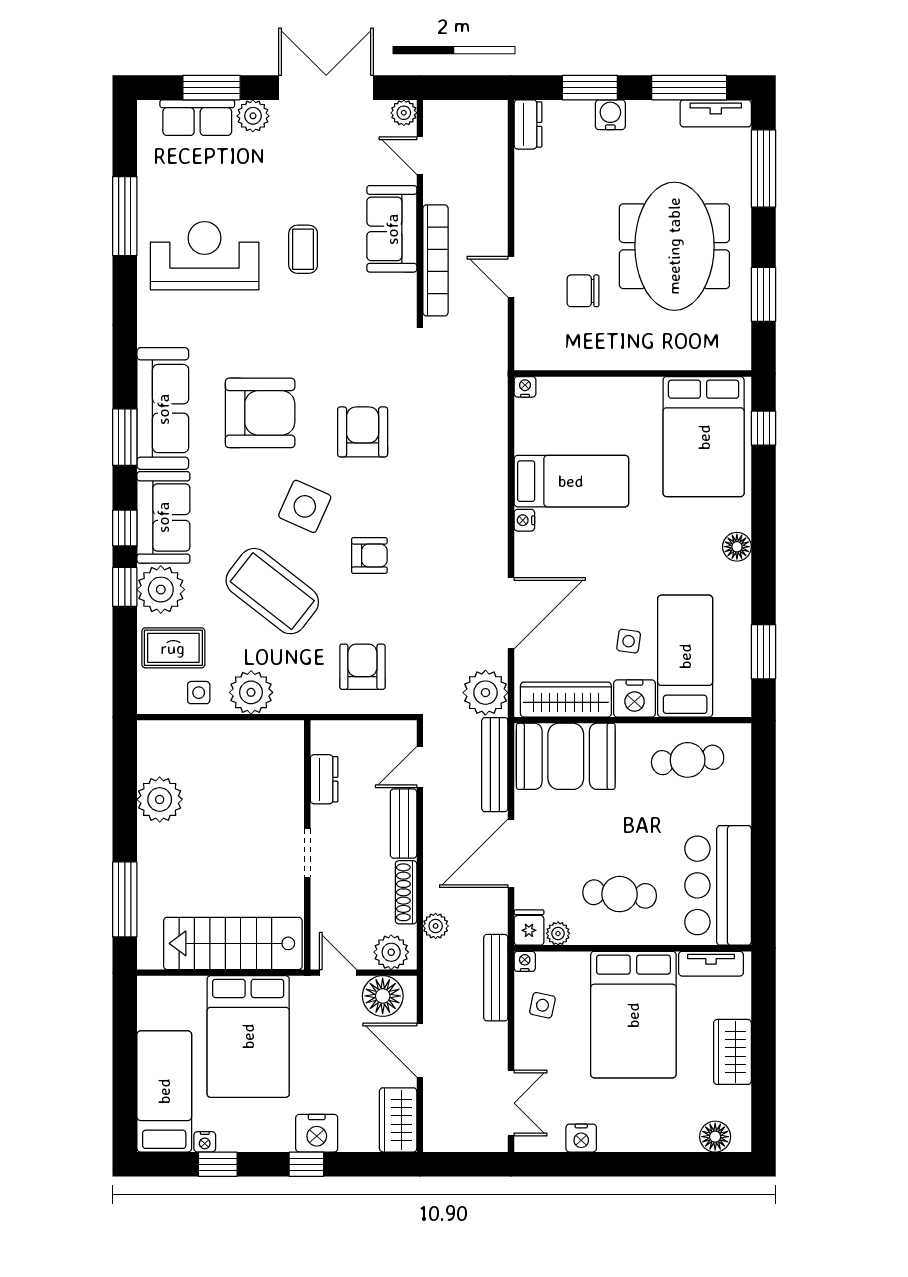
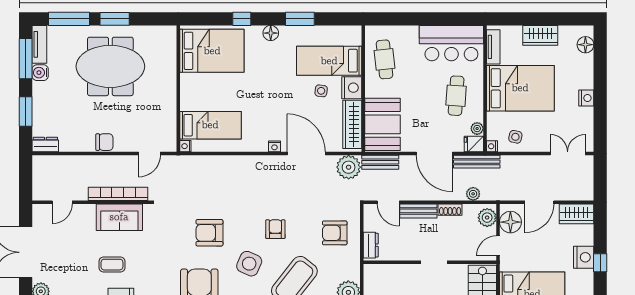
plant: (404, 113) -> (39, 211), removed
water cooler: (610, 115) -> (40, 73), moved
sofa: (392, 229) -> (119, 217), moved
door: (511, 277) -> (149, 154), moved
chair: (583, 291) -> (104, 142), moved, turned -90
window: (763, 294) -> (115, 19), moved
window: (763, 428) -> (242, 19), moved
bed: (571, 481) -> (210, 125), moved, turned 90
nightstand: (524, 520) -> (274, 146), moved
window: (763, 652) -> (300, 19), moved
bench: (495, 765) -> (380, 162), width x0.73
dresser: (324, 779) -> (371, 245), moved, turned 90
shoe rack: (406, 892) -> (450, 210), width x0.70
bench: (496, 978) -> (477, 162), moved
nightstand: (581, 1138) -> (586, 98), moved

